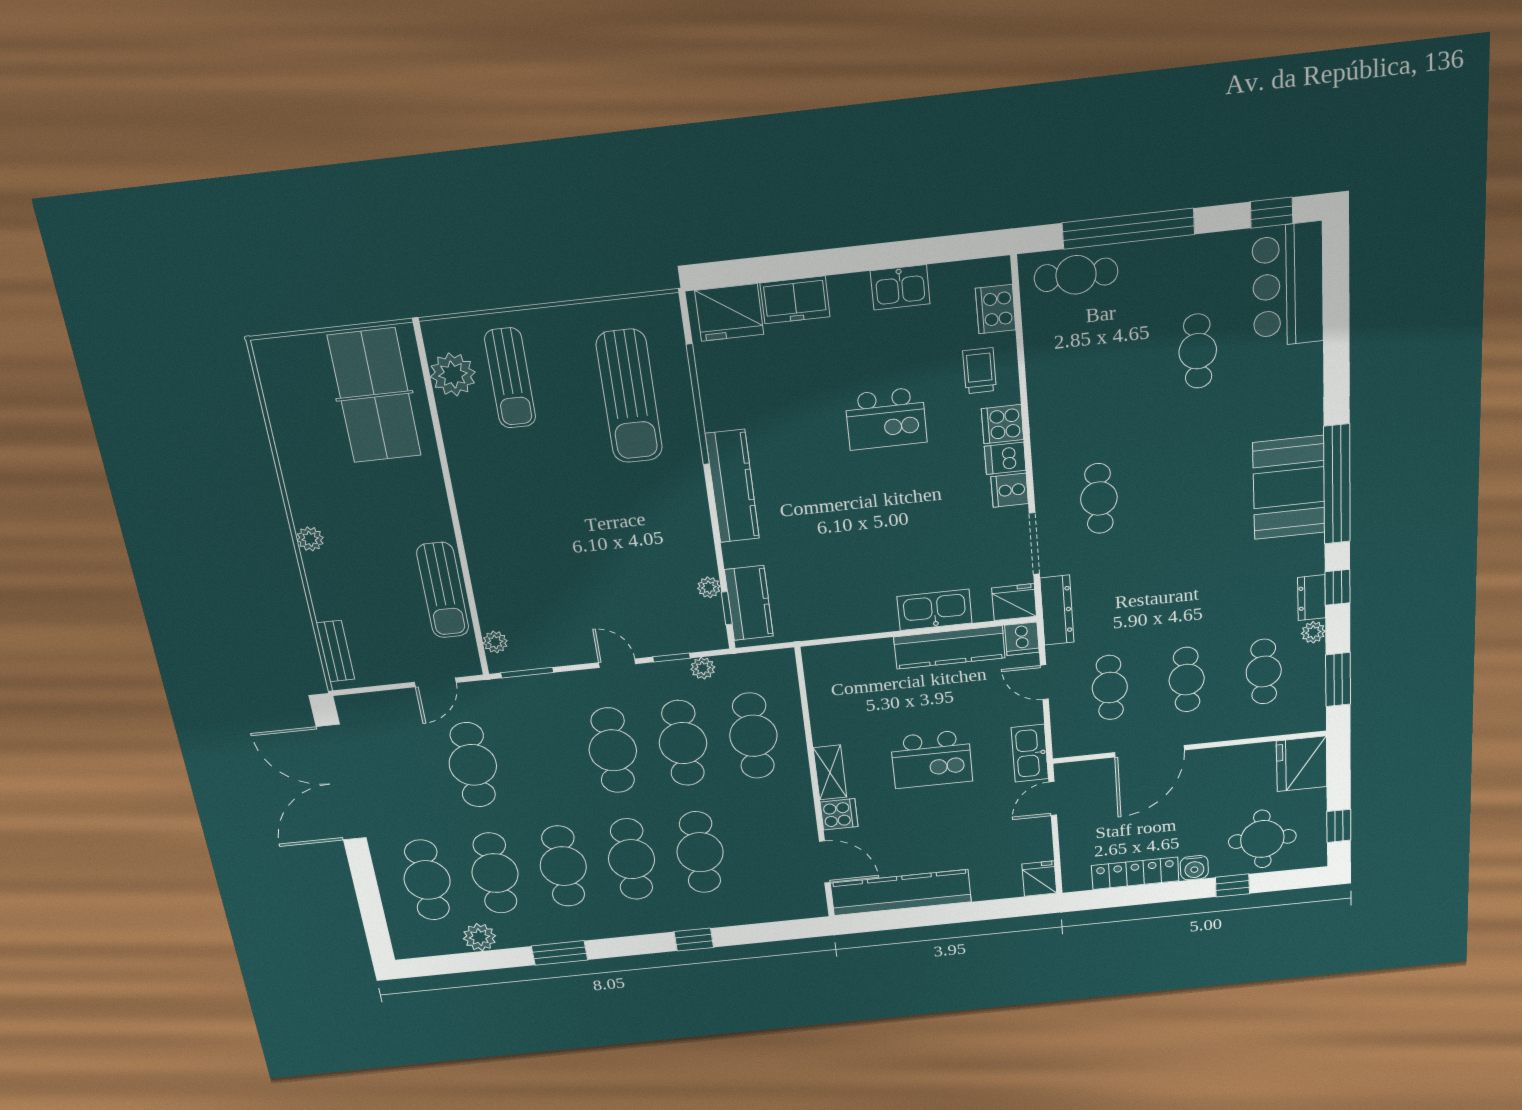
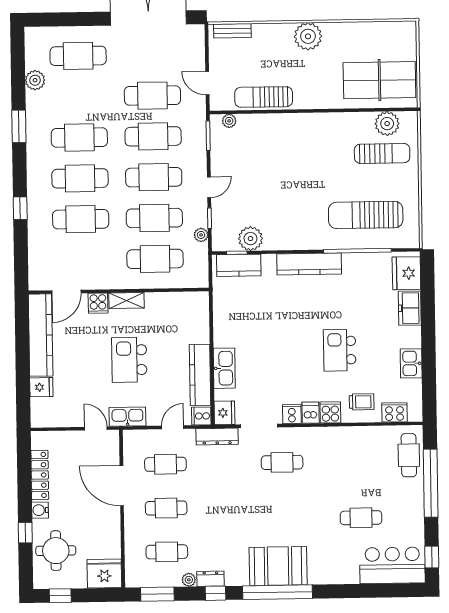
sun lounger: (510, 378) -> (382, 153), turned 180
plant: (310, 539) -> (308, 36), width x1.87, depth x1.87
plant: (709, 587) -> (250, 239), width x1.87, depth x1.87
cafe table: (495, 873) -> (153, 136), moved
fridge: (1039, 879) -> (41, 387), moved

